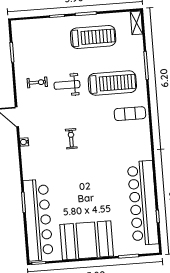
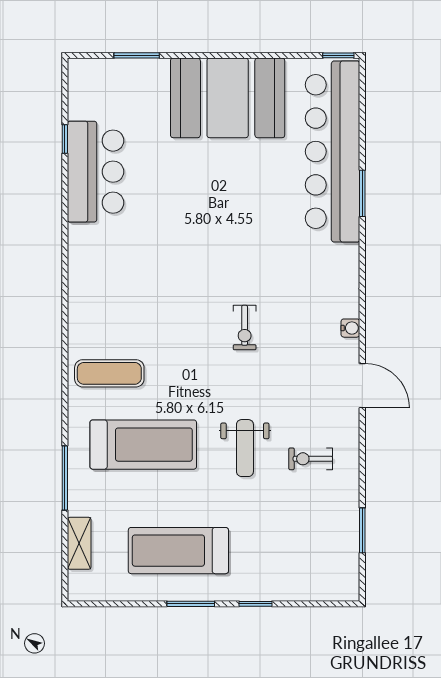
shelving: (136, 23) -> (79, 543), moved
treadmill: (112, 83) -> (143, 445), turned 180
weight bench: (67, 85) -> (245, 448), turned 90
bar counter: (143, 203) -> (96, 172), width x0.54

